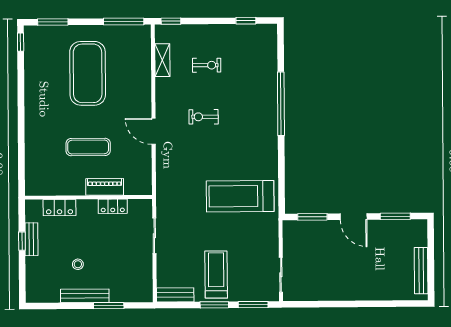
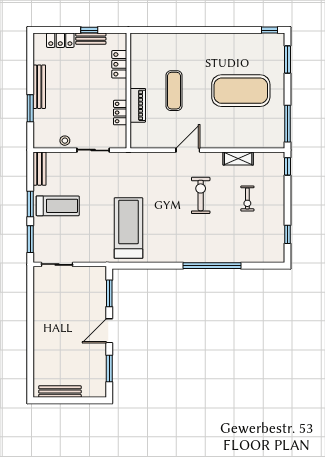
shelving: (162, 60) -> (238, 158), moved
exercise bike: (204, 117) -> (201, 195), width x1.38, depth x1.39
stool: (78, 264) -> (65, 141), moved
locker: (33, 273) -> (60, 40), added

